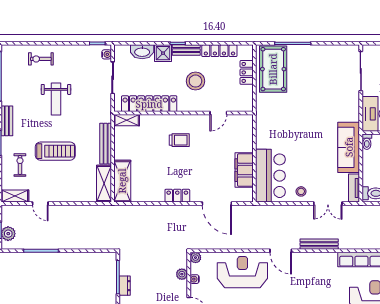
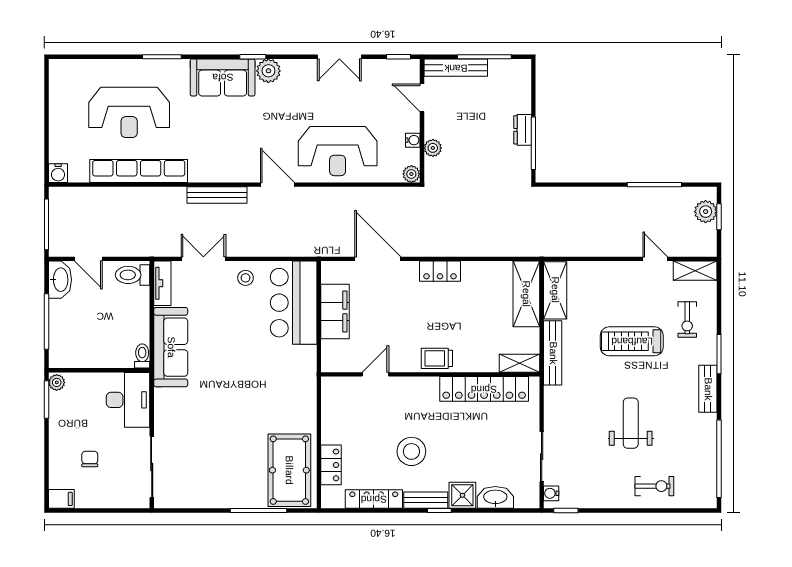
locker: (149, 104) -> (484, 389), moved
wall: (184, 113) -> (430, 374), moved
door: (218, 113) -> (375, 374), moved
shelving: (127, 120) -> (519, 363), moved

